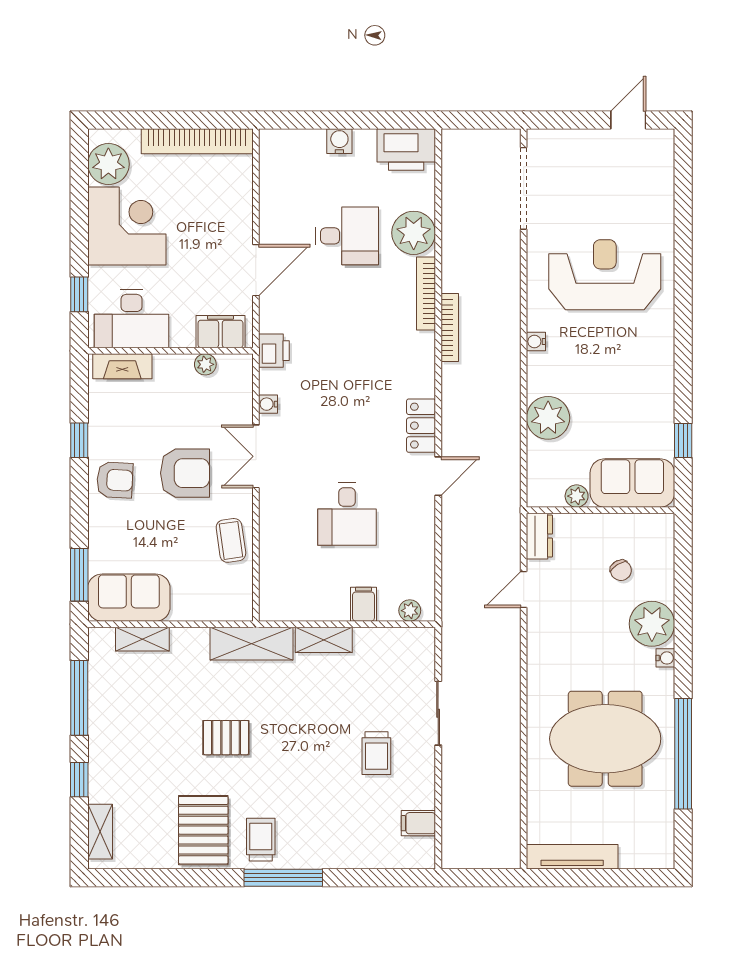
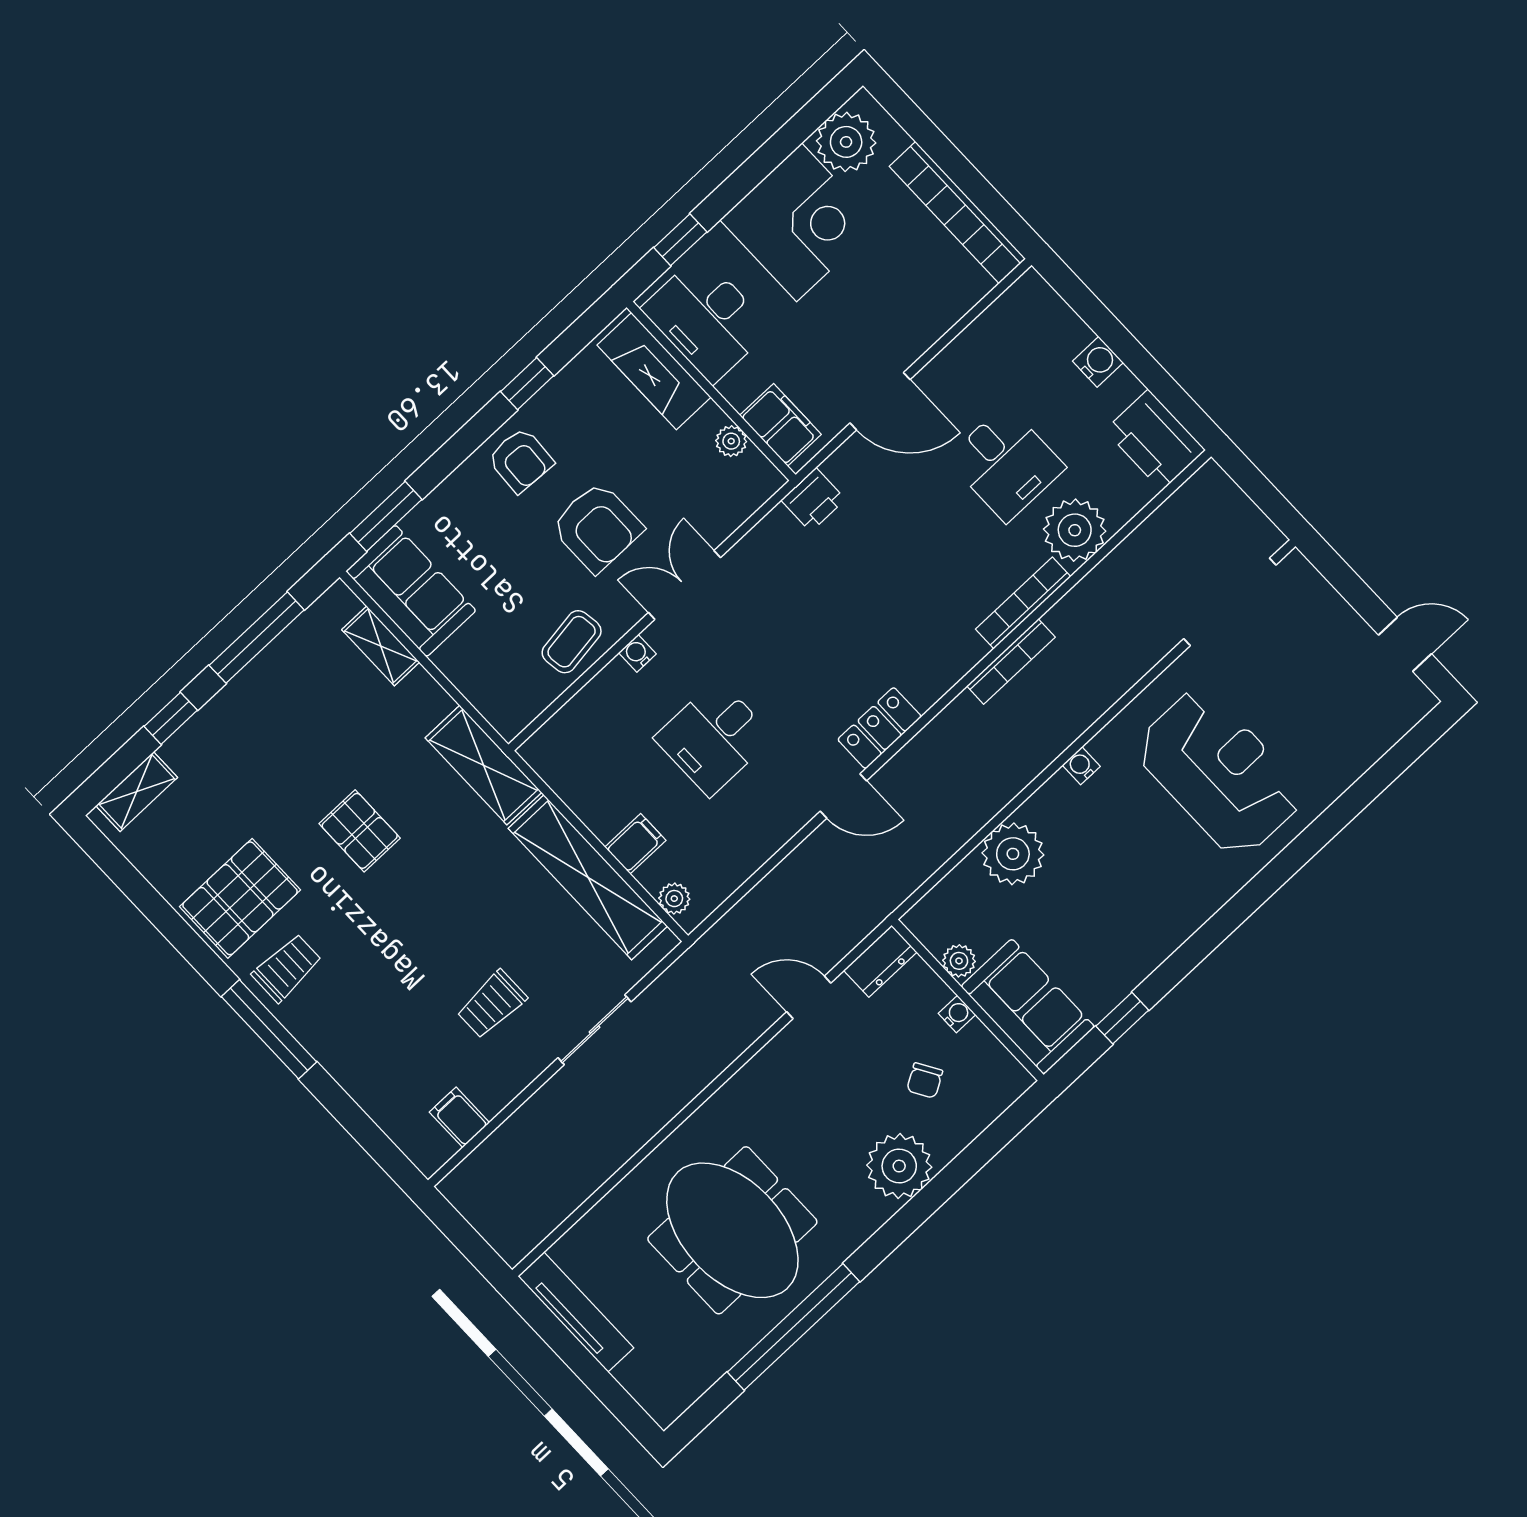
fireplace: (122, 366) -> (654, 371), width x1.37, depth x1.32
water cooler: (268, 404) -> (637, 653), moved
shelving: (324, 640) -> (588, 877), width x2.20, depth x1.33
water cooler: (665, 658) -> (957, 1014), moved, turned -90

